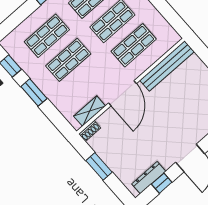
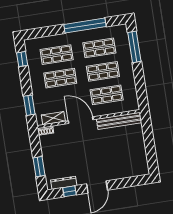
window: (34, 92) -> (29, 105), moved
door: (122, 93) -> (81, 120), swing flipped
window: (99, 166) -> (39, 167), moved

